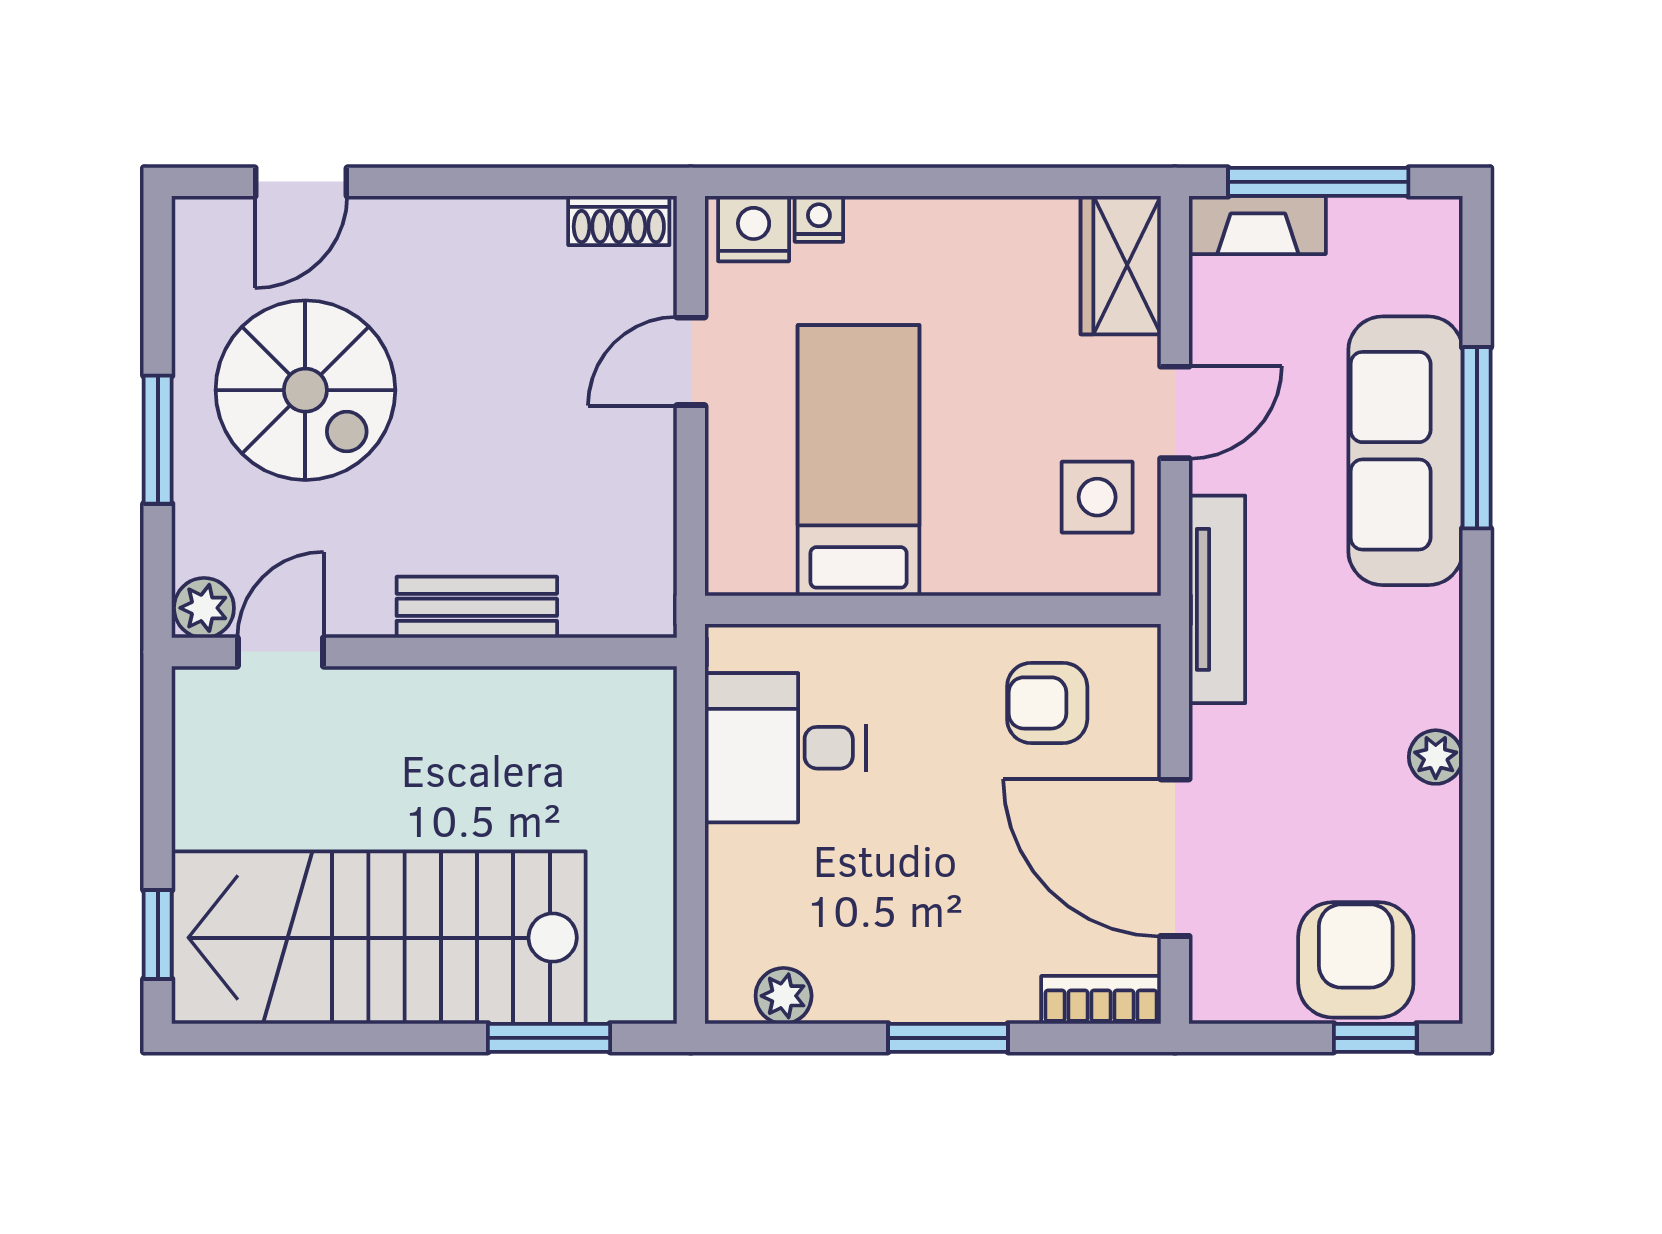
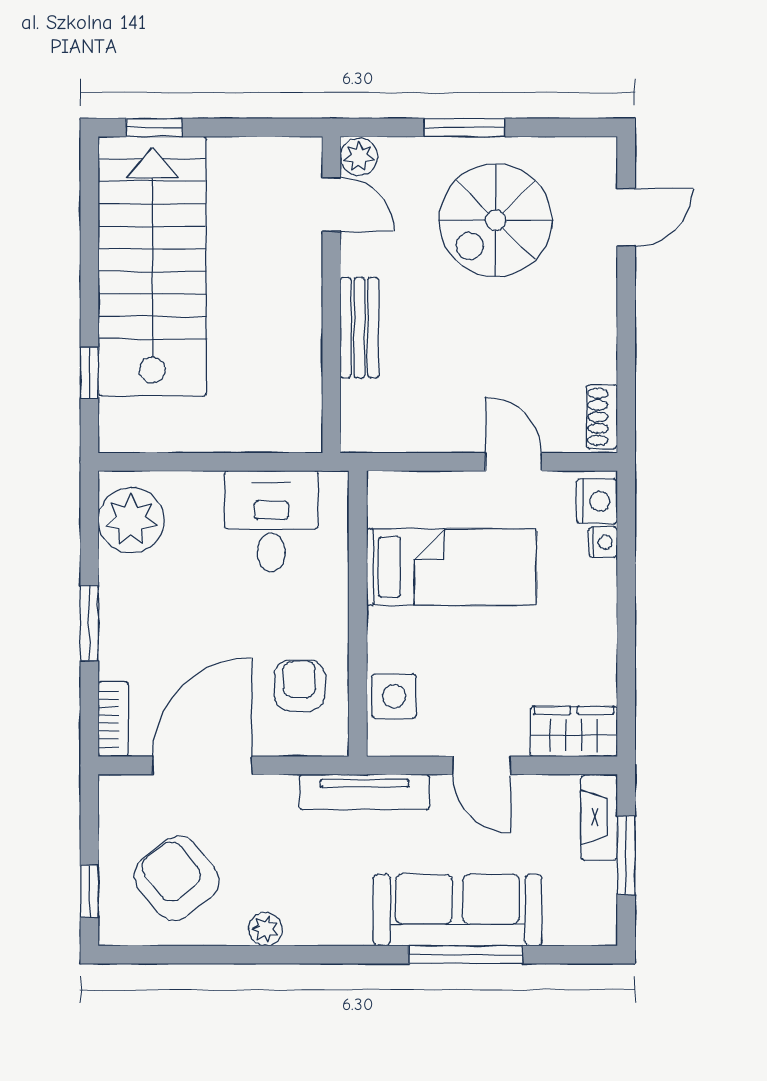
door: (301, 182) -> (626, 217), swing flipped
window: (1318, 182) -> (626, 855), width x0.69
side table: (1097, 497) -> (394, 696), moved
armchair: (1356, 960) -> (177, 878), moved, turned -129
plant: (784, 996) -> (131, 520), width x1.88, depth x1.88
window: (549, 1038) -> (89, 373), width x0.67

